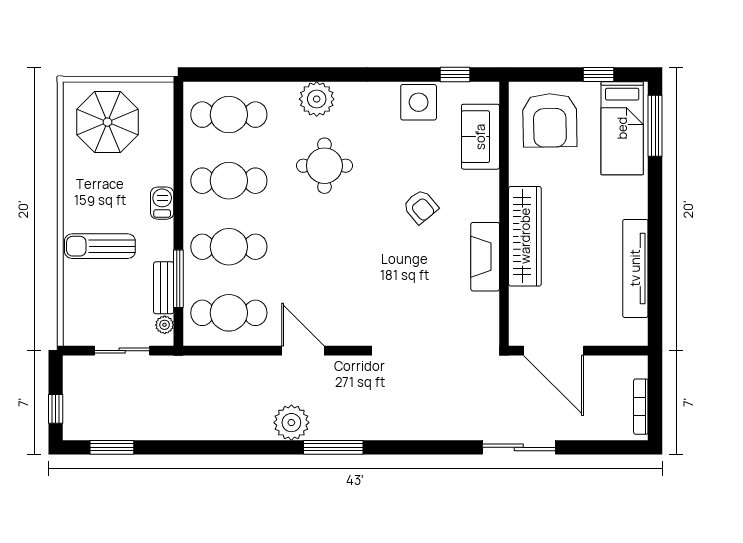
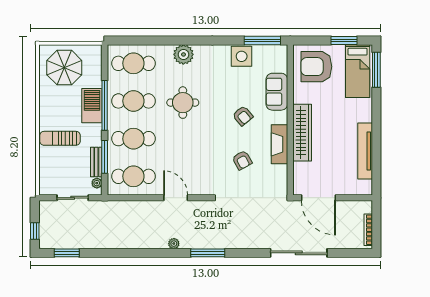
window: (455, 74) -> (262, 40), width x2.17
window: (599, 74) -> (344, 40), width x1.50
armchair: (550, 120) -> (316, 67), turned 91
sofa: (480, 137) -> (277, 92), moved
round table: (324, 166) -> (183, 103), moved
window: (178, 188) -> (105, 105), added
barbecue: (162, 203) -> (92, 106), width x1.88, depth x1.53
armchair: (419, 285) -> (242, 160), added
plant: (291, 423) -> (174, 244), width x0.53, depth x0.53
window: (333, 447) -> (208, 253), moved
sliding door: (519, 447) -> (299, 253), width x1.36

